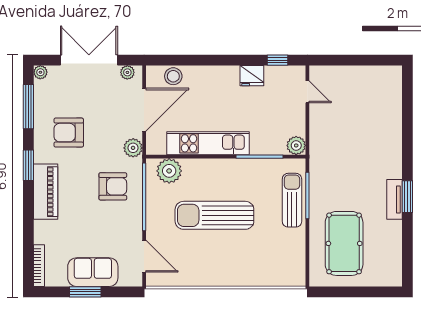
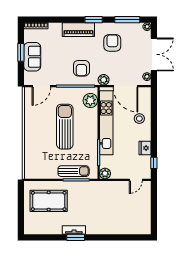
stool: (173, 76) -> (139, 119), moved
kitchen unit: (208, 143) -> (106, 123), width x1.36

